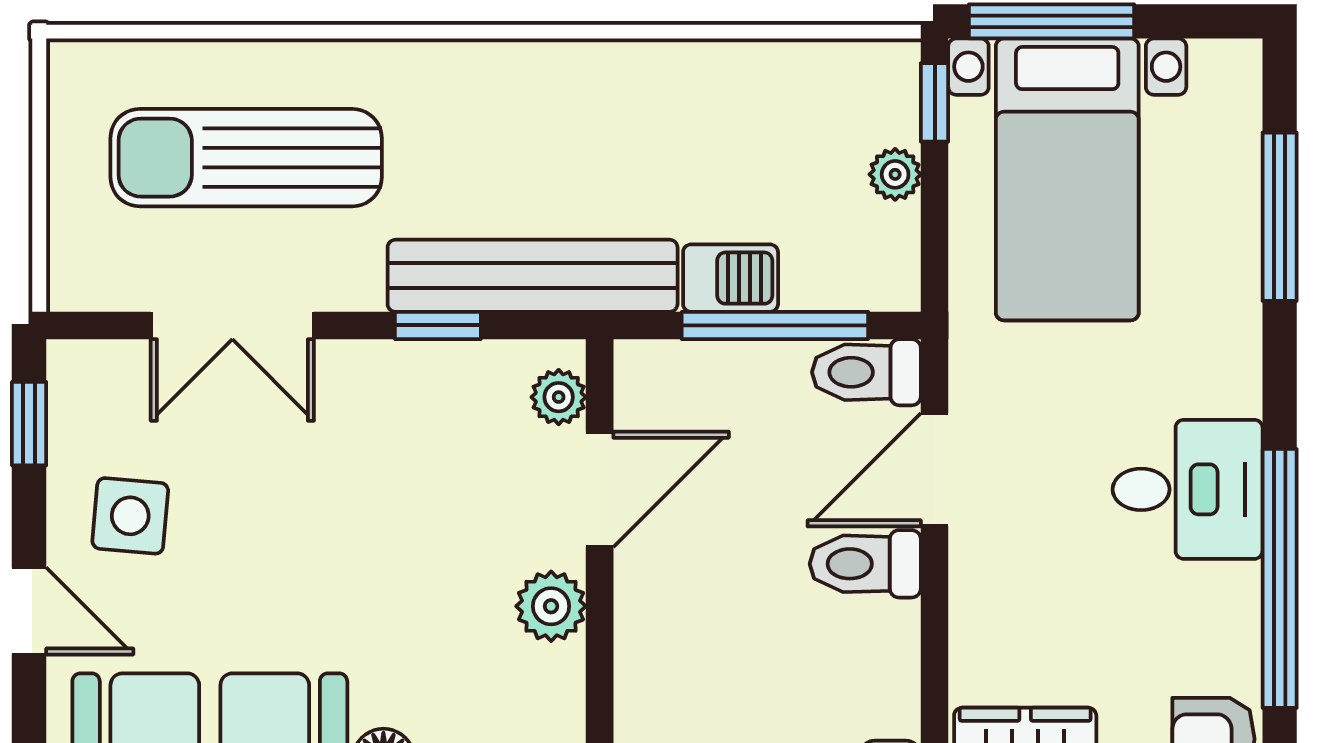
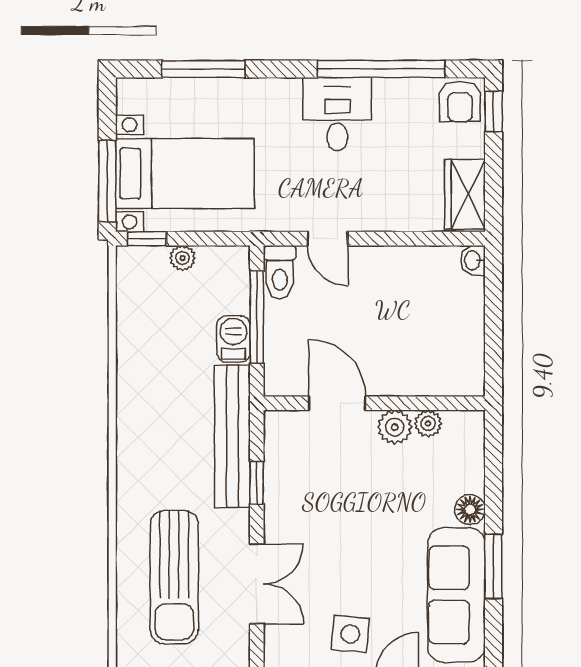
plant: (559, 397) -> (428, 423), moved
door: (935, 470) -> (328, 239), width x0.73
toilet: (865, 564) -> (374, 273), removed

